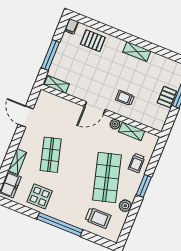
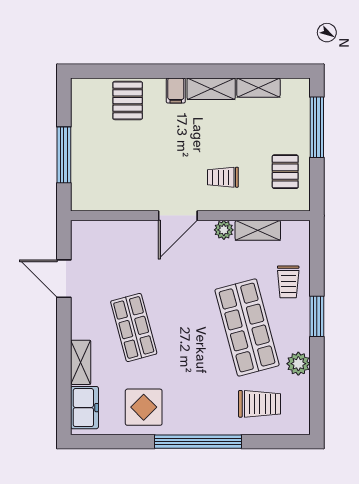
filing cabinet: (71, 26) -> (176, 91), moved
pallet: (93, 41) -> (128, 101), turned 90
shelving: (57, 84) -> (259, 88), moved
pallet: (167, 97) -> (285, 172), moved

